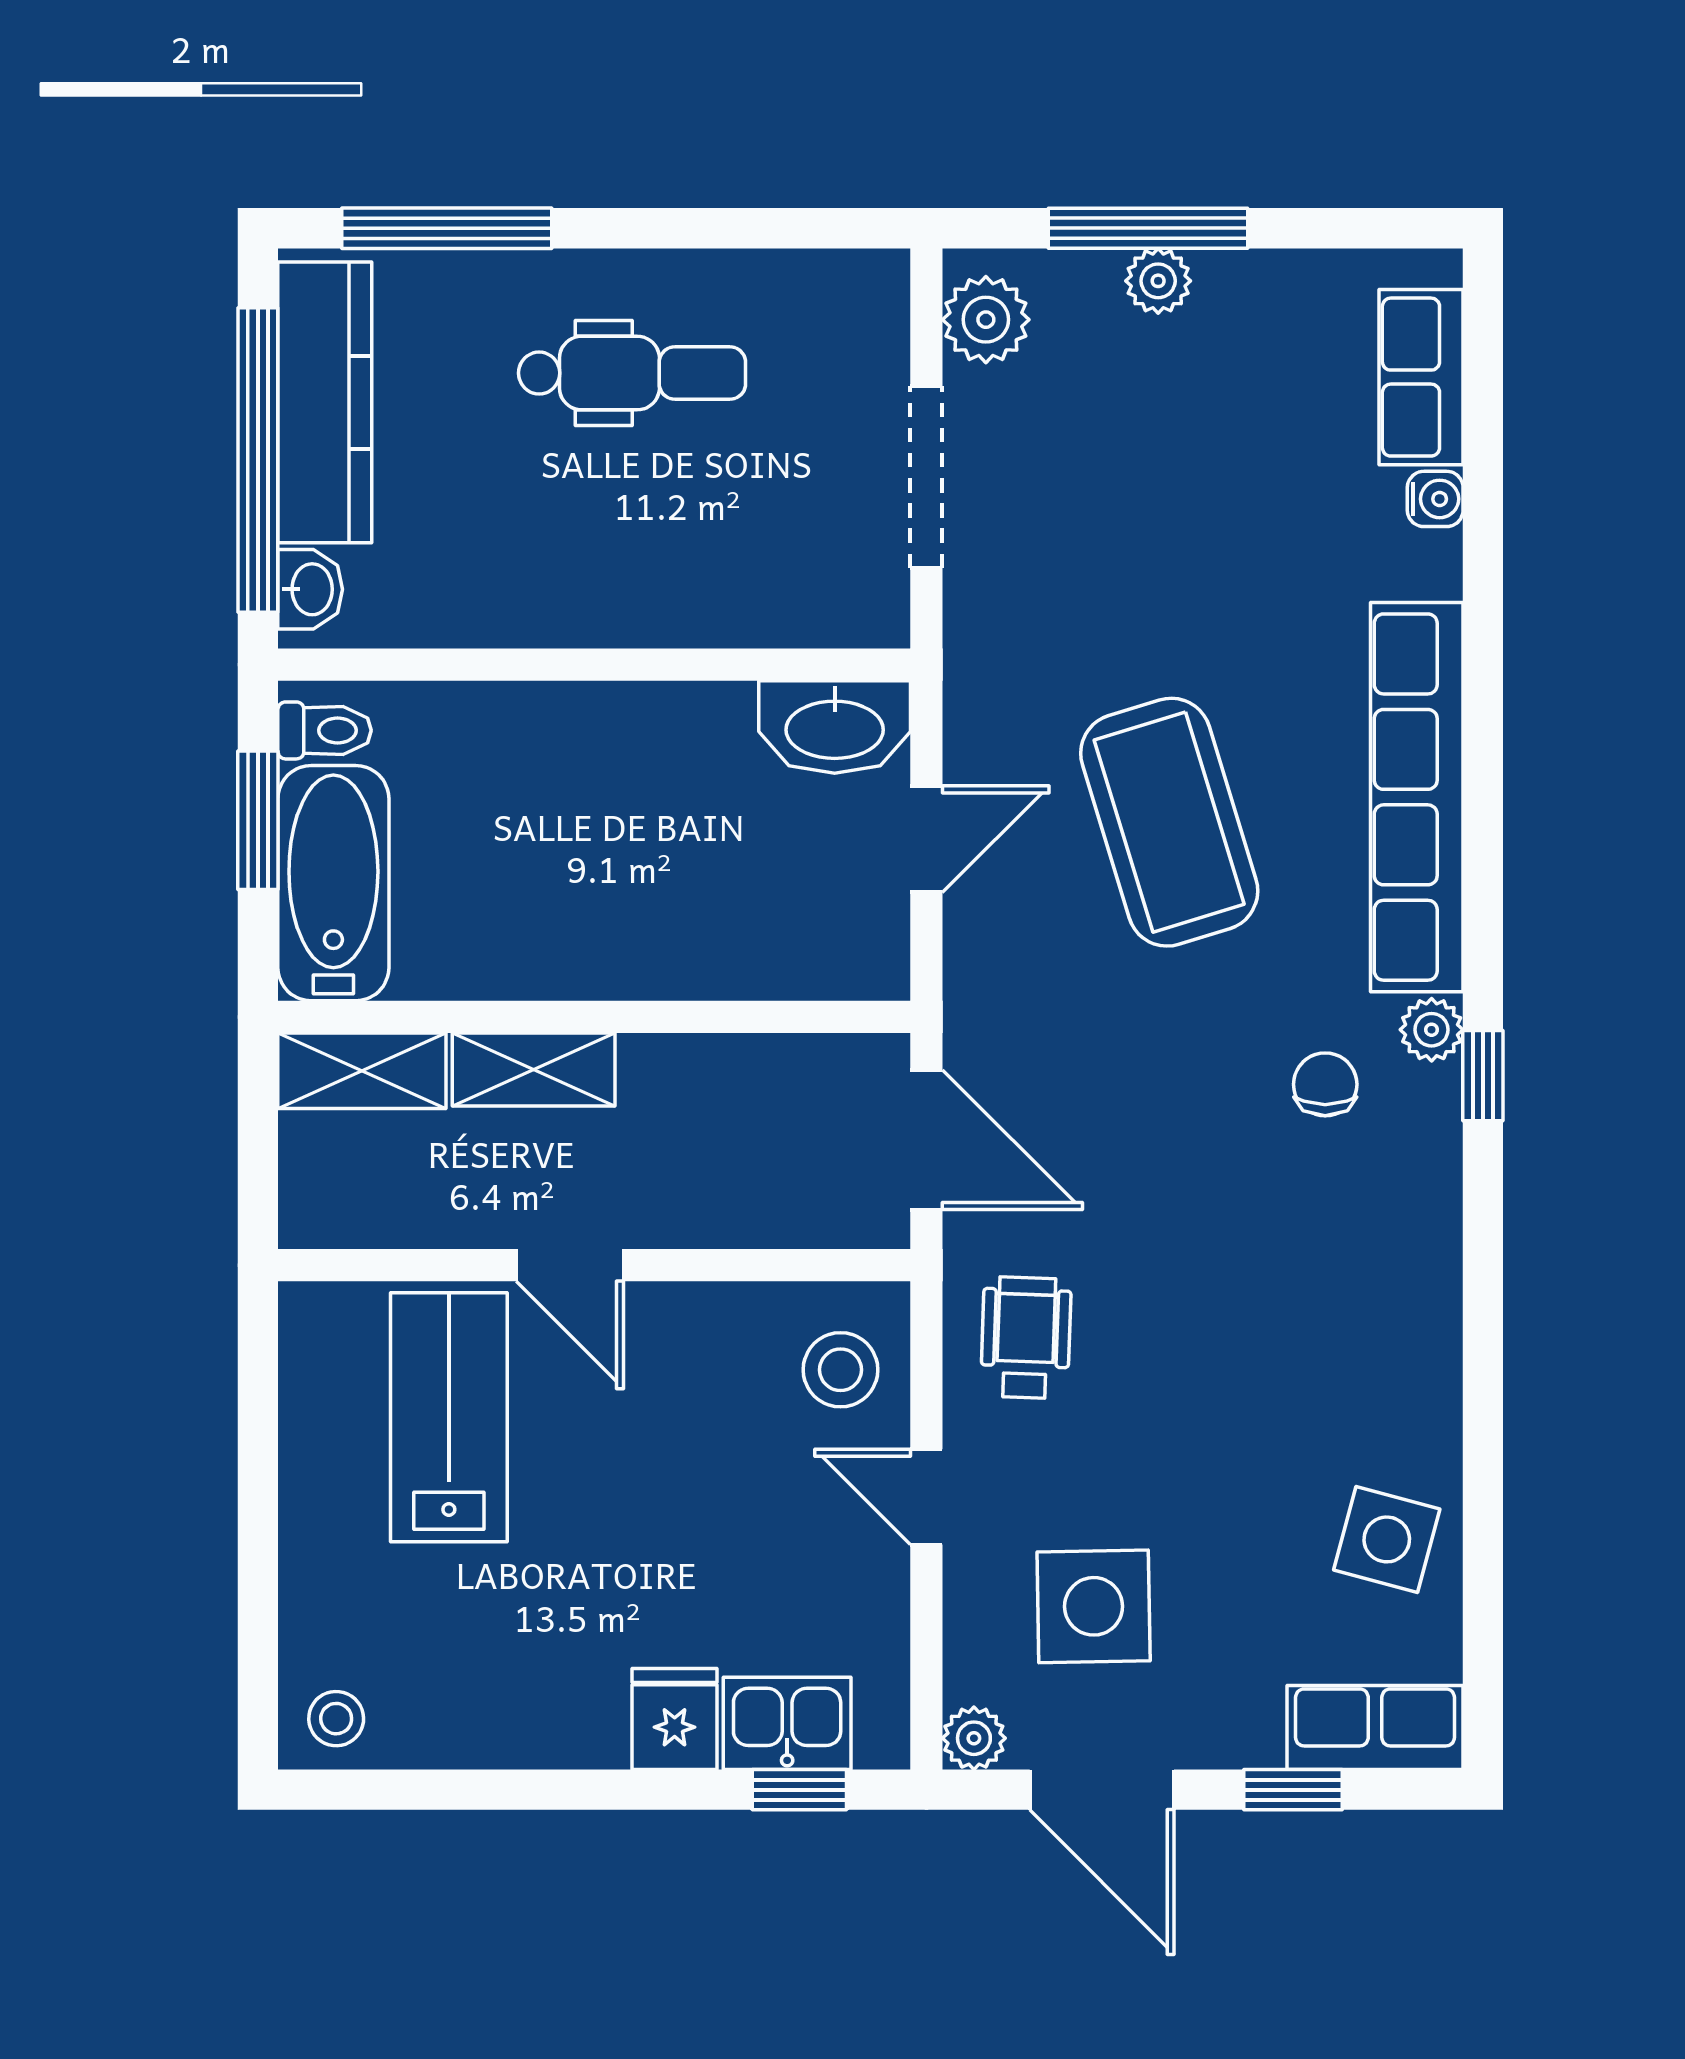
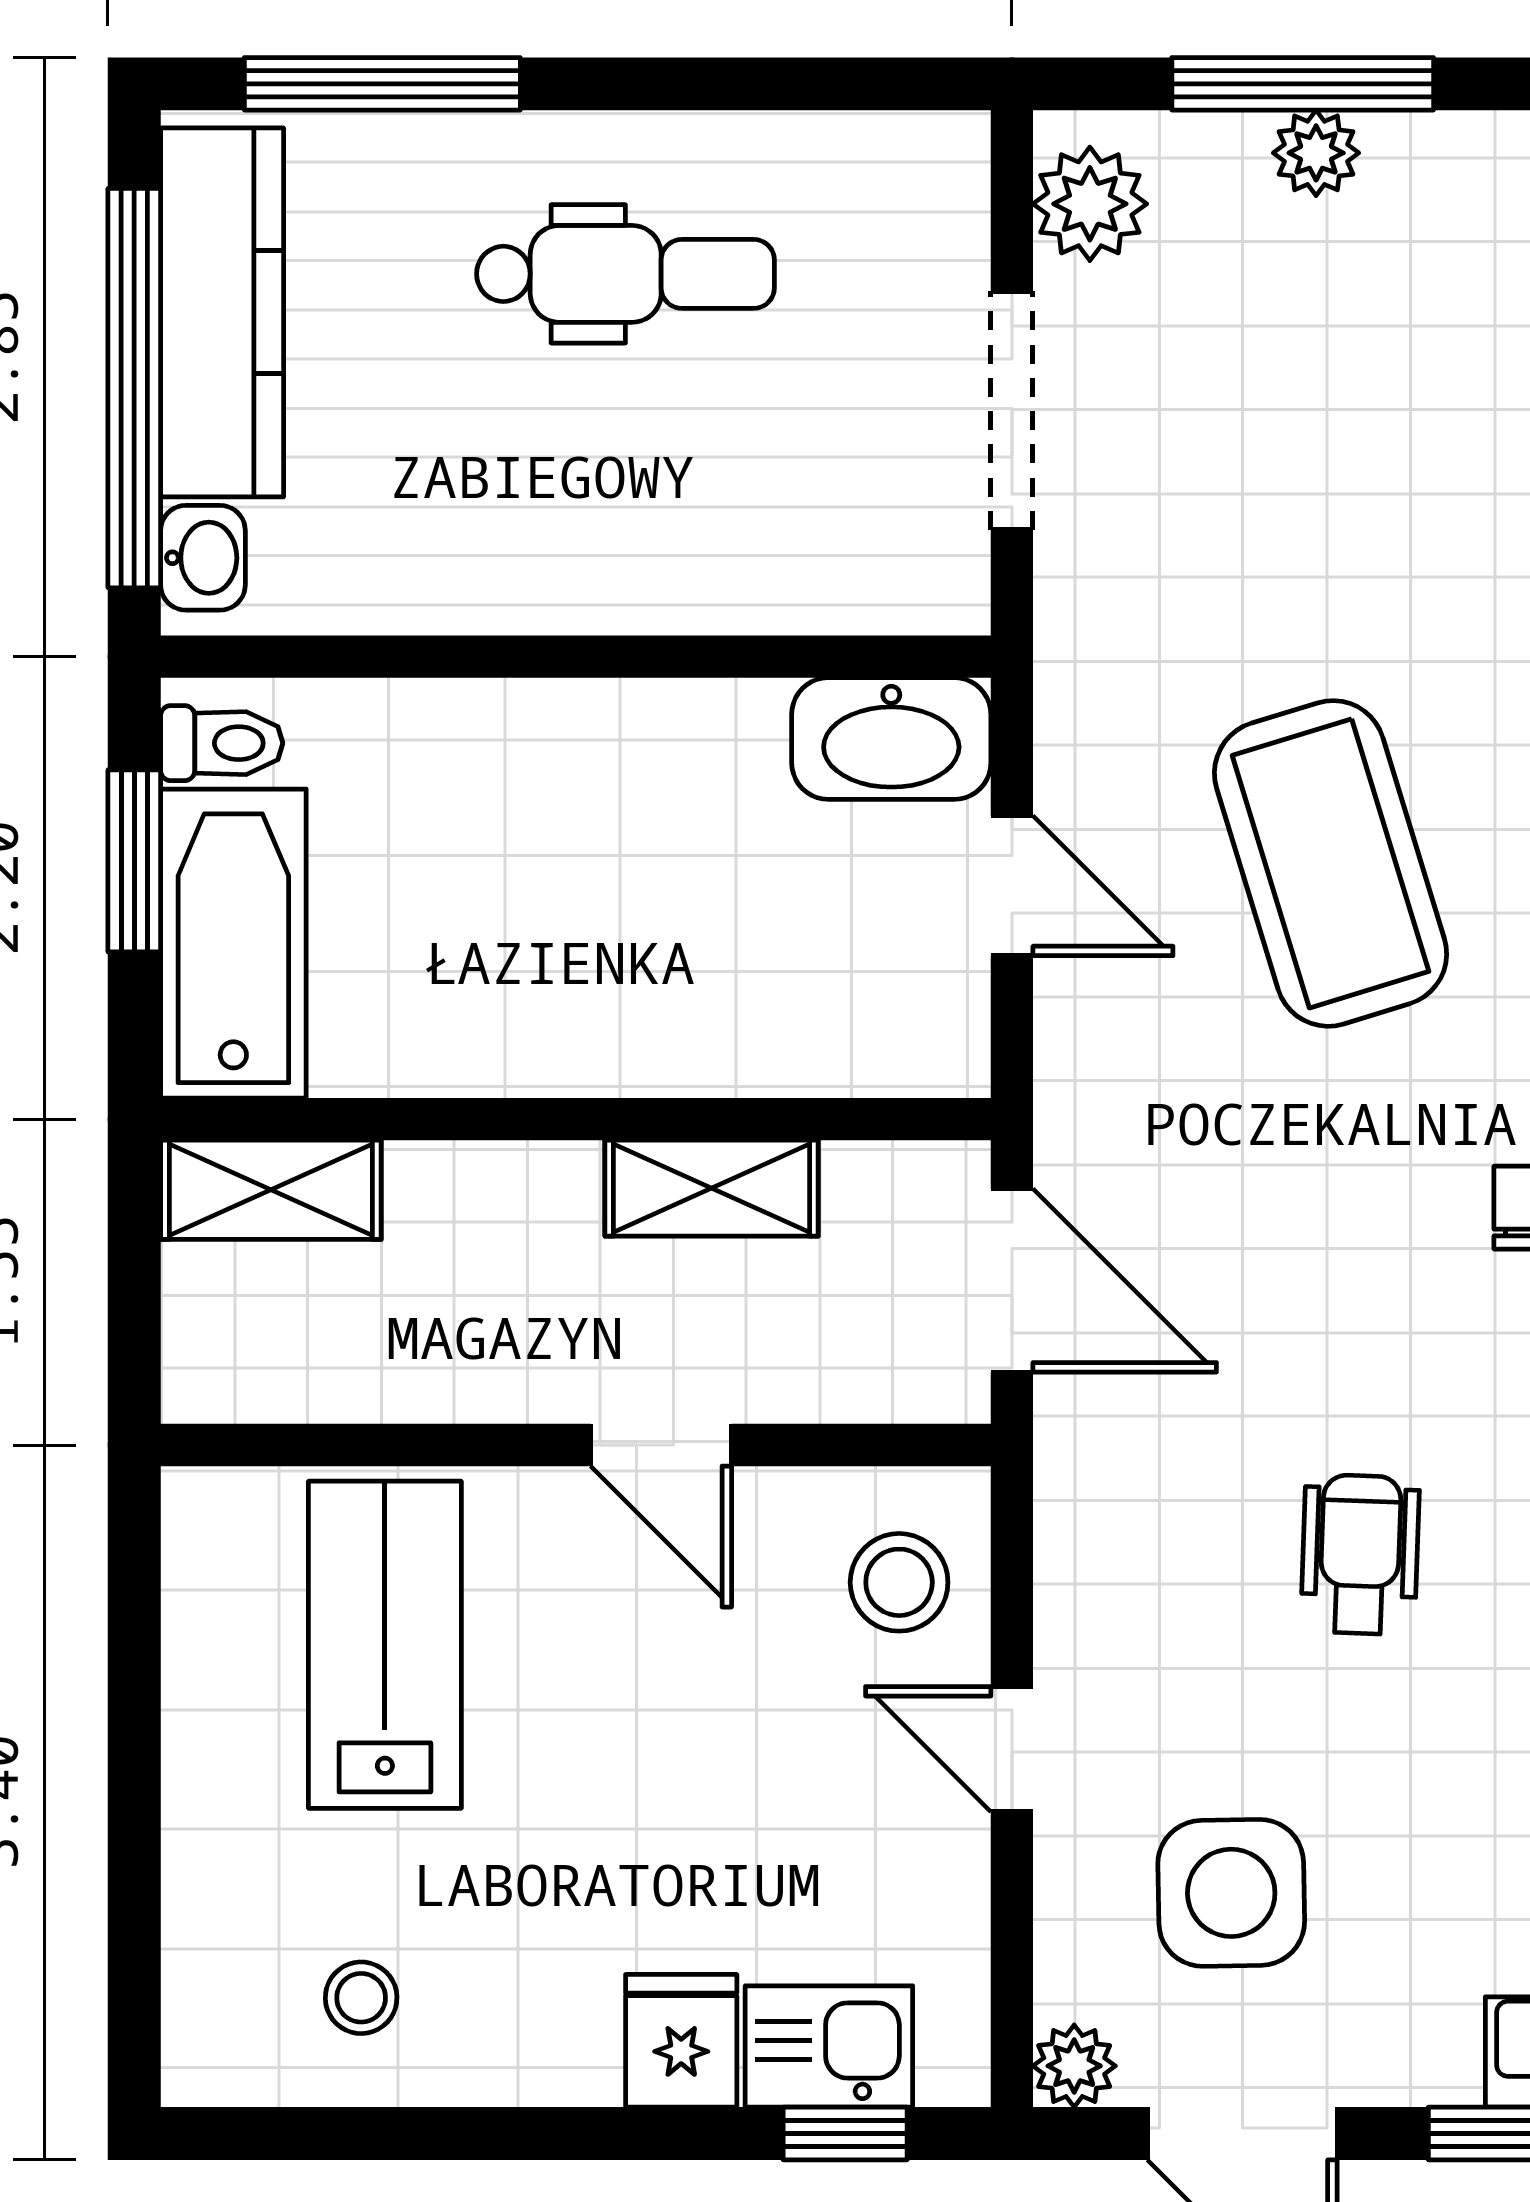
door: (926, 839) -> (1012, 886), hinge flipped
shelving: (534, 1070) -> (712, 1188), moved
door: (570, 1265) -> (661, 1445), moved
wheelchair: (1026, 1338) -> (1360, 1555), moved
stool: (336, 1719) -> (361, 1998), moved

